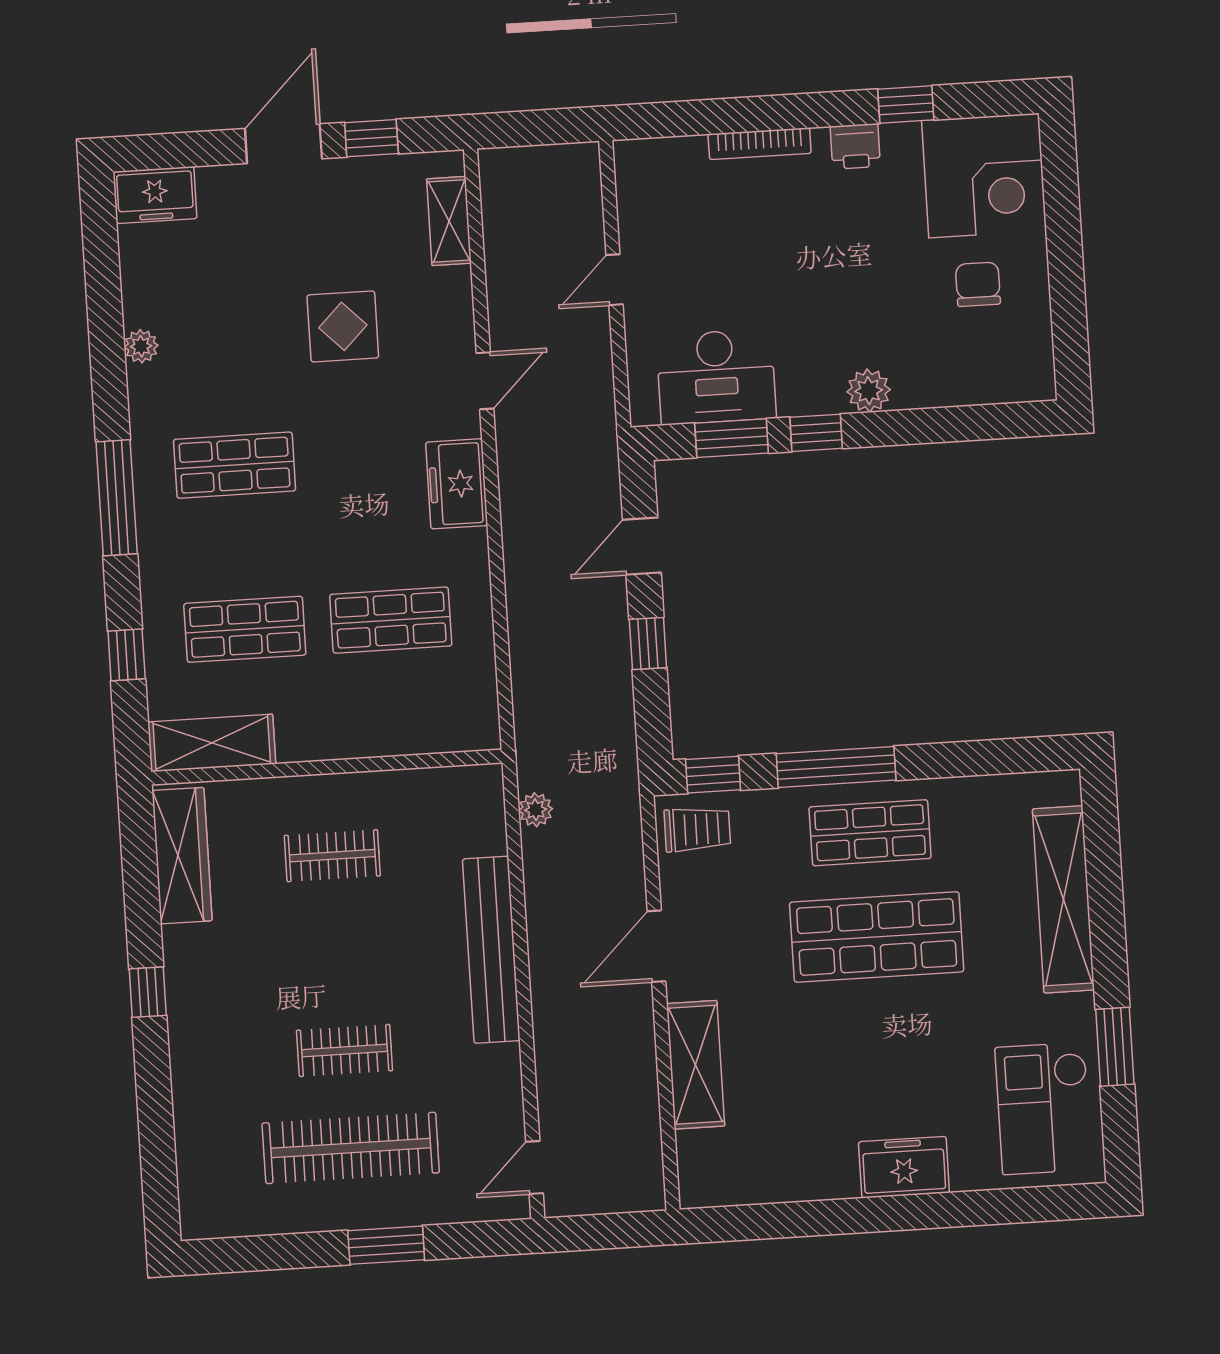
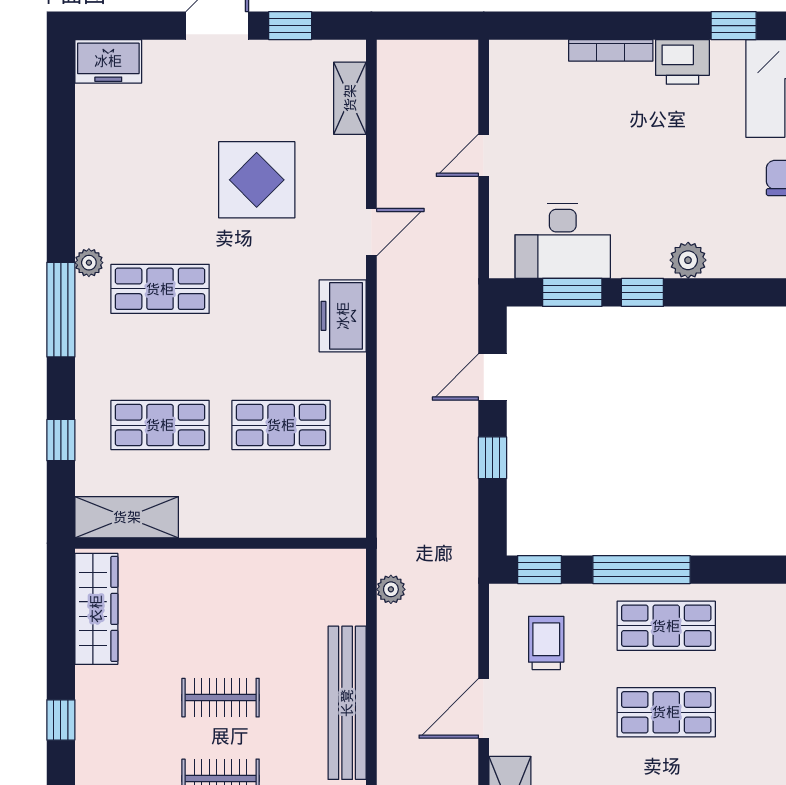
printer: (855, 146) -> (683, 62), width x1.36, depth x1.24
display table: (343, 326) -> (257, 180), width x1.36, depth x1.36
plant: (141, 346) -> (89, 263), moved
trolley: (697, 829) -> (546, 643), moved, turned -90
clothes rail: (332, 856) -> (221, 698), moved
shop shelf: (877, 937) -> (666, 712), width x0.70, depth x0.74

